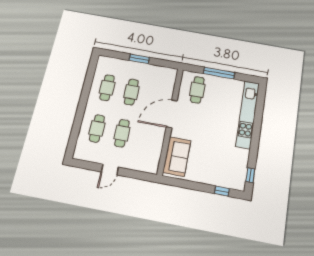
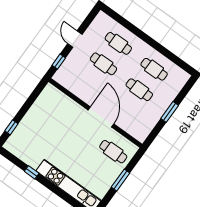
window: (219, 73) -> (121, 180), width x0.69
sofa: (177, 156) -> (60, 103), removed
window: (138, 175) -> (59, 62), added
window: (250, 175) -> (32, 172), moved

